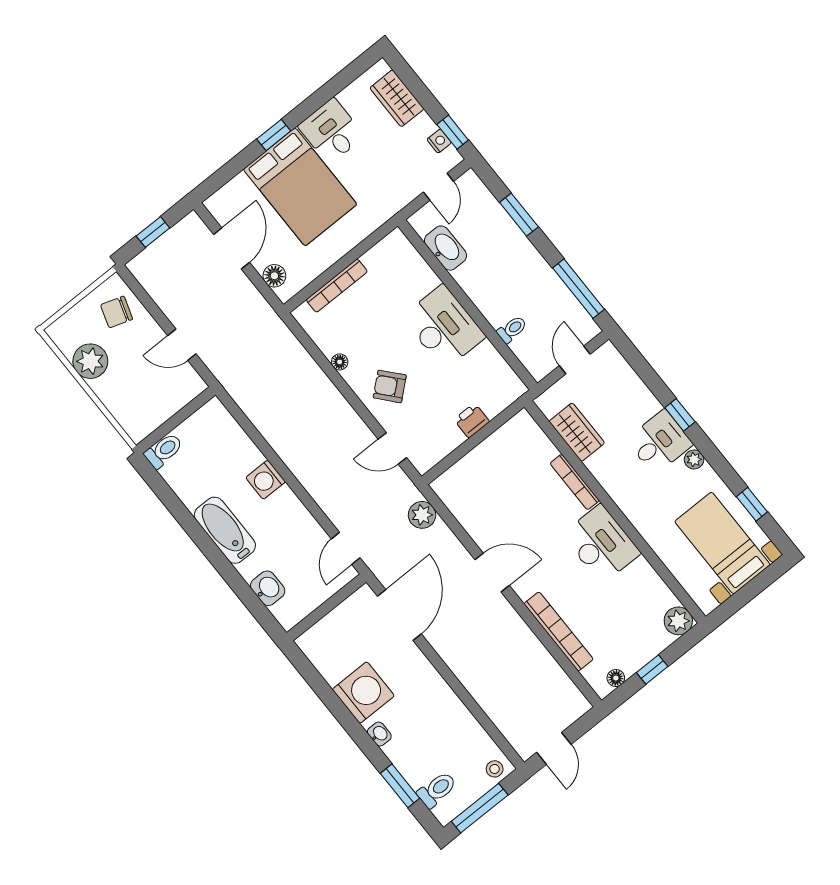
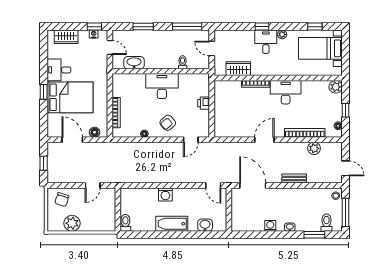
plant: (422, 515) -> (314, 148), moved
bench: (467, 675) -> (294, 179), added
washing machine: (363, 693) -> (270, 226), width x0.53, depth x0.53

